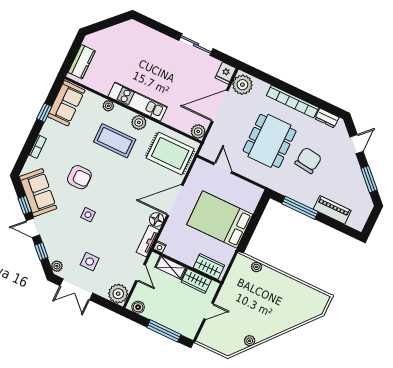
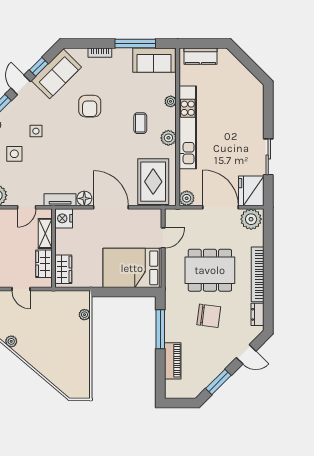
fridge: (225, 73) -> (251, 191), width x1.88, depth x1.34
kitchen unit: (138, 102) -> (188, 127), width x1.36
window: (44, 113) -> (135, 44), width x2.17
coffee table: (115, 141) -> (140, 123), width x0.54, depth x0.58
side table: (88, 215) -> (36, 131), moved
bed: (220, 219) -> (132, 268), moved, turned -90
nightstand: (160, 247) -> (64, 218), width x1.89, depth x1.79

